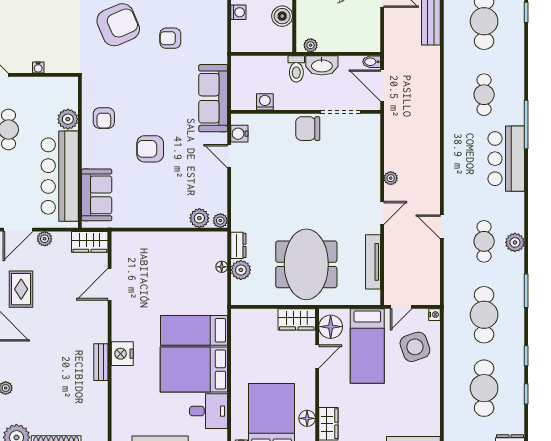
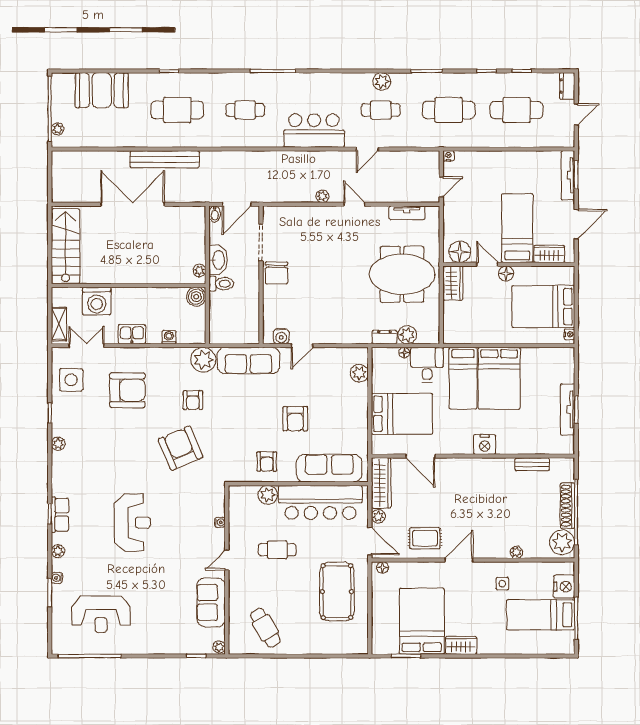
boiler: (282, 16) -> (196, 297), moved
washing machine: (265, 102) -> (252, 313), removed
armchair: (104, 118) -> (267, 462), turned 90
bar counter: (506, 159) -> (314, 131), moved, turned 180
sofa: (97, 195) -> (329, 468), width x1.36
plant: (220, 221) -> (203, 360), moved, width x1.87, depth x1.87
wardrobe: (90, 242) -> (381, 483), width x1.50
tv unit: (373, 262) -> (407, 213), width x0.71
bed: (155, 264) -> (402, 414), added
door: (401, 307) -> (441, 187), hinge flipped
bed: (367, 346) -> (517, 228), moved, turned -90
side table: (415, 347) -> (478, 174), removed
bench: (101, 362) -> (532, 464), moved
desk: (209, 411) -> (427, 365), moved
floor lamp: (307, 418) -> (506, 274), moved

